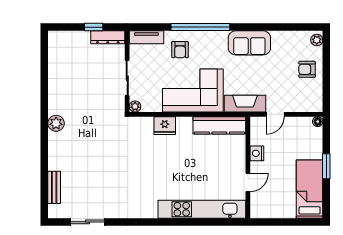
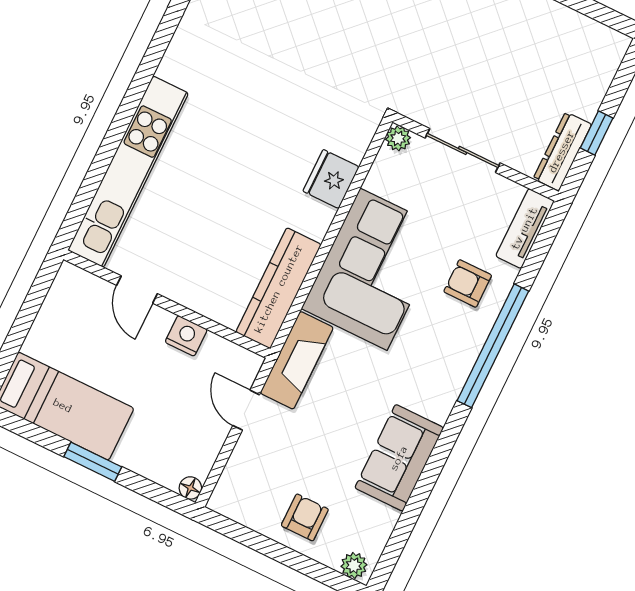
sofa: (249, 43) -> (399, 458), moved

